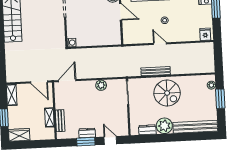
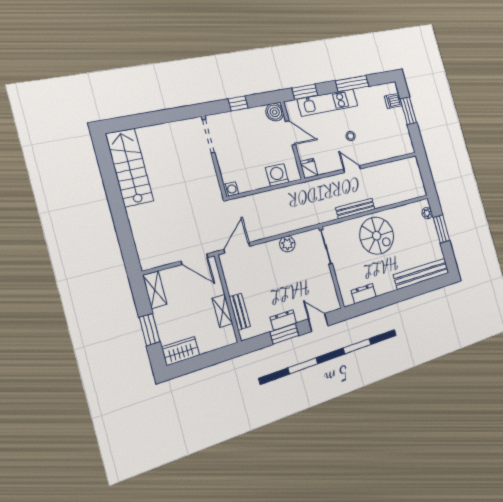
fridge: (205, 34) -> (309, 168), moved
washing machine: (105, 39) -> (277, 175), added
plant: (164, 126) -> (384, 282), removed

